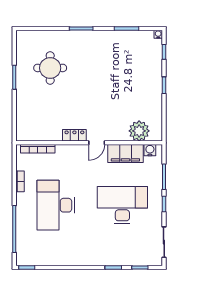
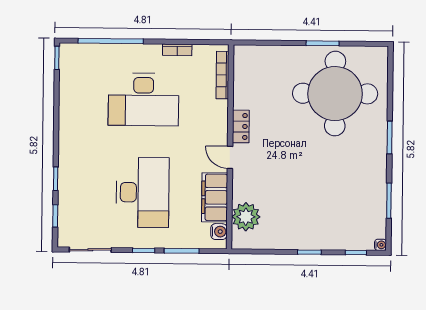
round table: (50, 68) -> (335, 94), width x1.86, depth x1.86
desk: (56, 205) -> (143, 99), turned 180

